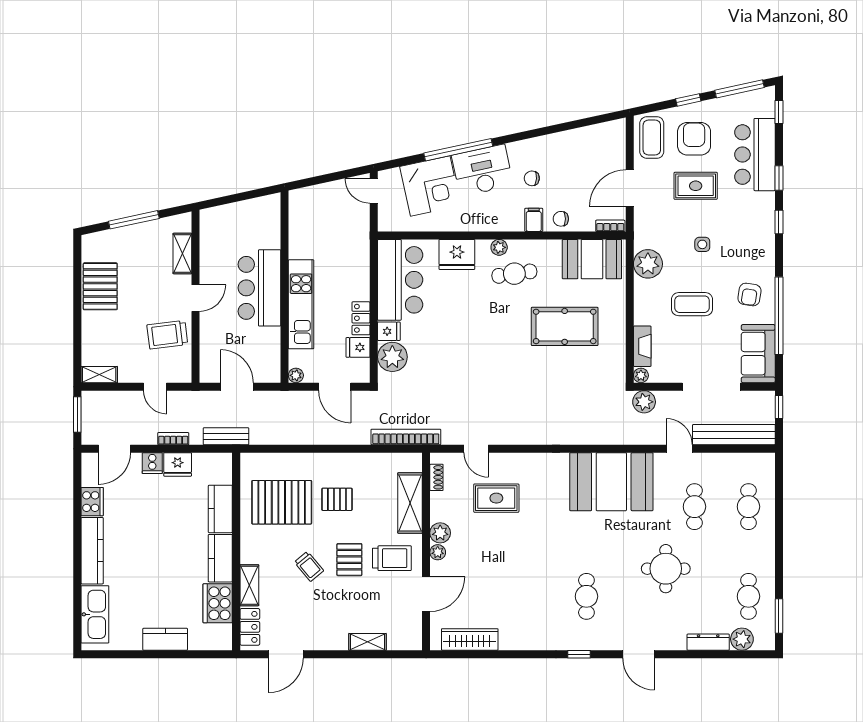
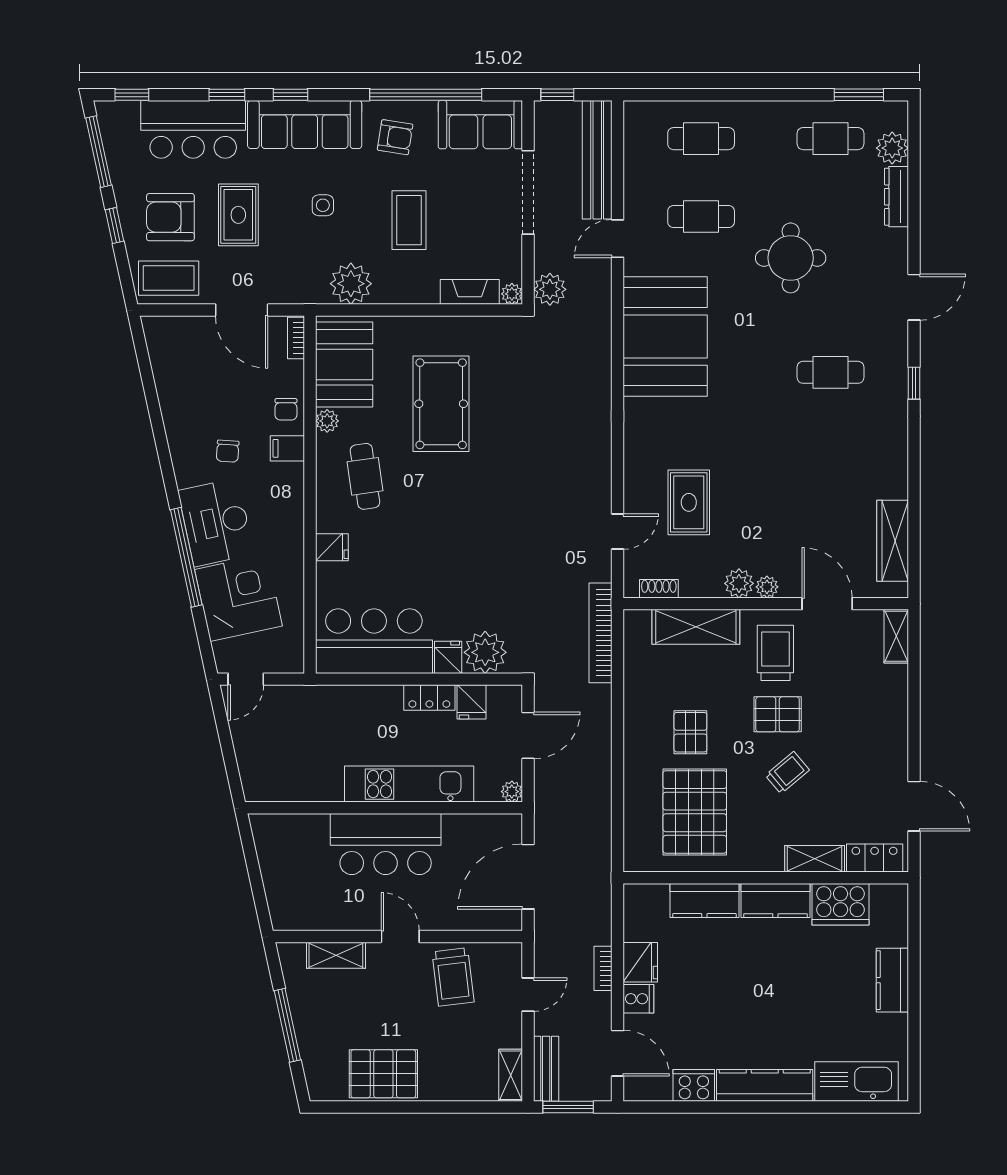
sofa: (758, 232) -> (305, 124), added
plant: (499, 247) -> (327, 421), moved
fridge: (457, 254) -> (332, 547), width x0.53, depth x0.75
door: (237, 387) -> (528, 877), width x1.36
bench: (226, 436) -> (546, 1069), moved
shelving: (368, 642) -> (896, 636), moved

